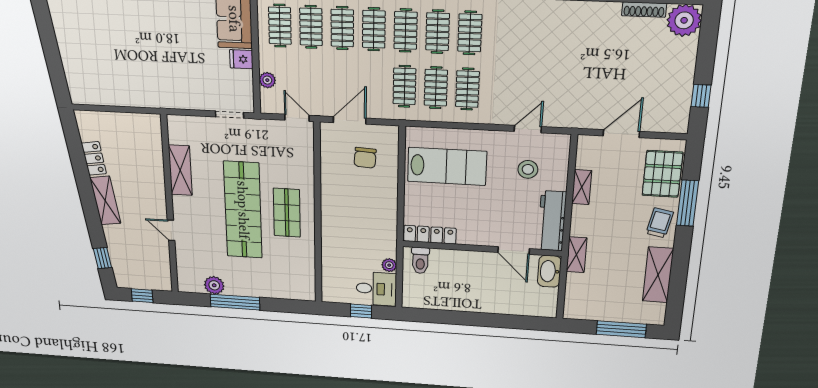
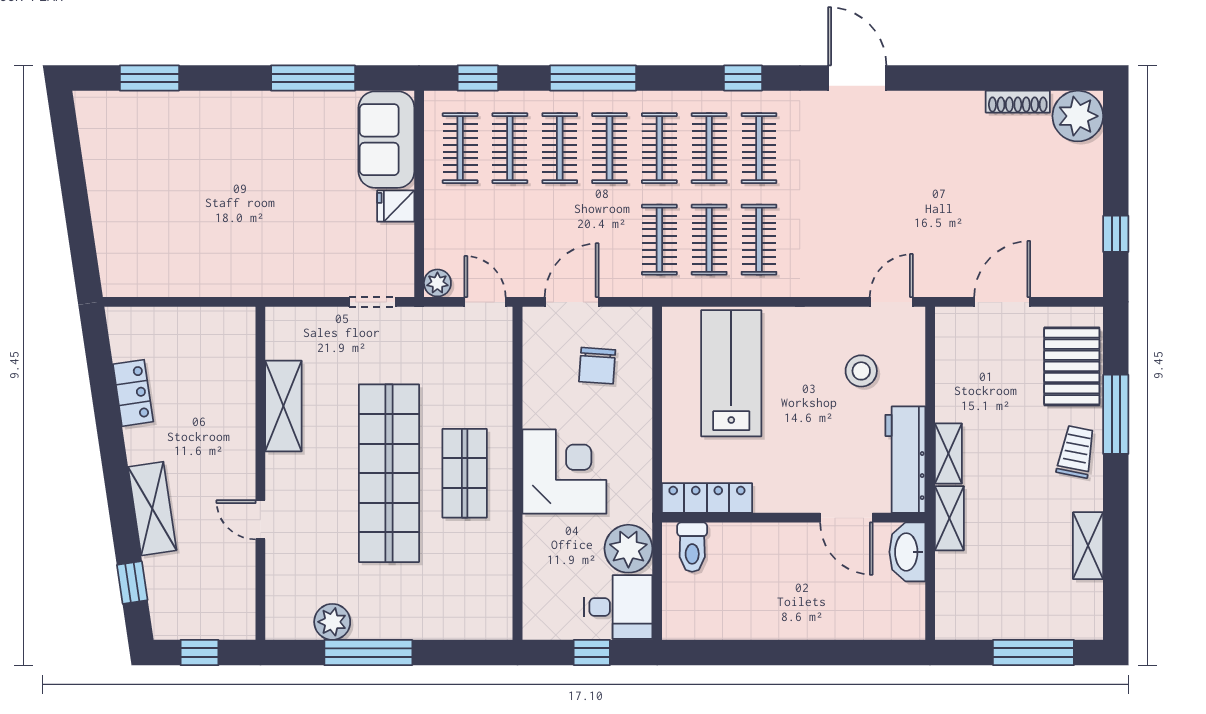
plant: (267, 80) -> (437, 283), moved
door: (528, 129) -> (891, 302), moved
lab bench: (447, 166) -> (731, 373), turned -90
shelving: (582, 187) -> (948, 453), moved
shelving: (105, 201) -> (152, 509), moved
corner desk: (345, 215) -> (564, 472), added
plant: (389, 265) -> (628, 549), width x1.88, depth x1.88
shelving: (658, 275) -> (1088, 546), width x0.67, depth x0.75

